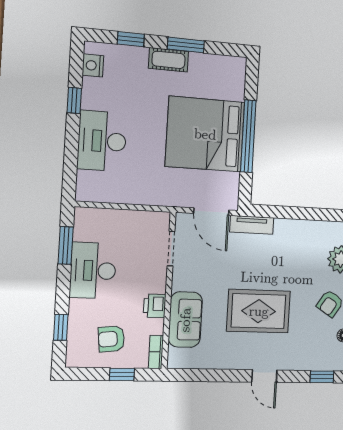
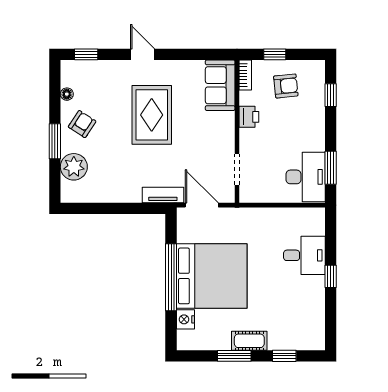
nightstand: (93, 65) -> (185, 319), moved, turned 180
window: (74, 100) -> (331, 276), moved
desk: (102, 141) -> (304, 255), width x0.73
desk: (93, 271) -> (306, 177), moved
rug: (259, 311) -> (152, 115), turned 90
sofa: (185, 320) -> (220, 85), moved

